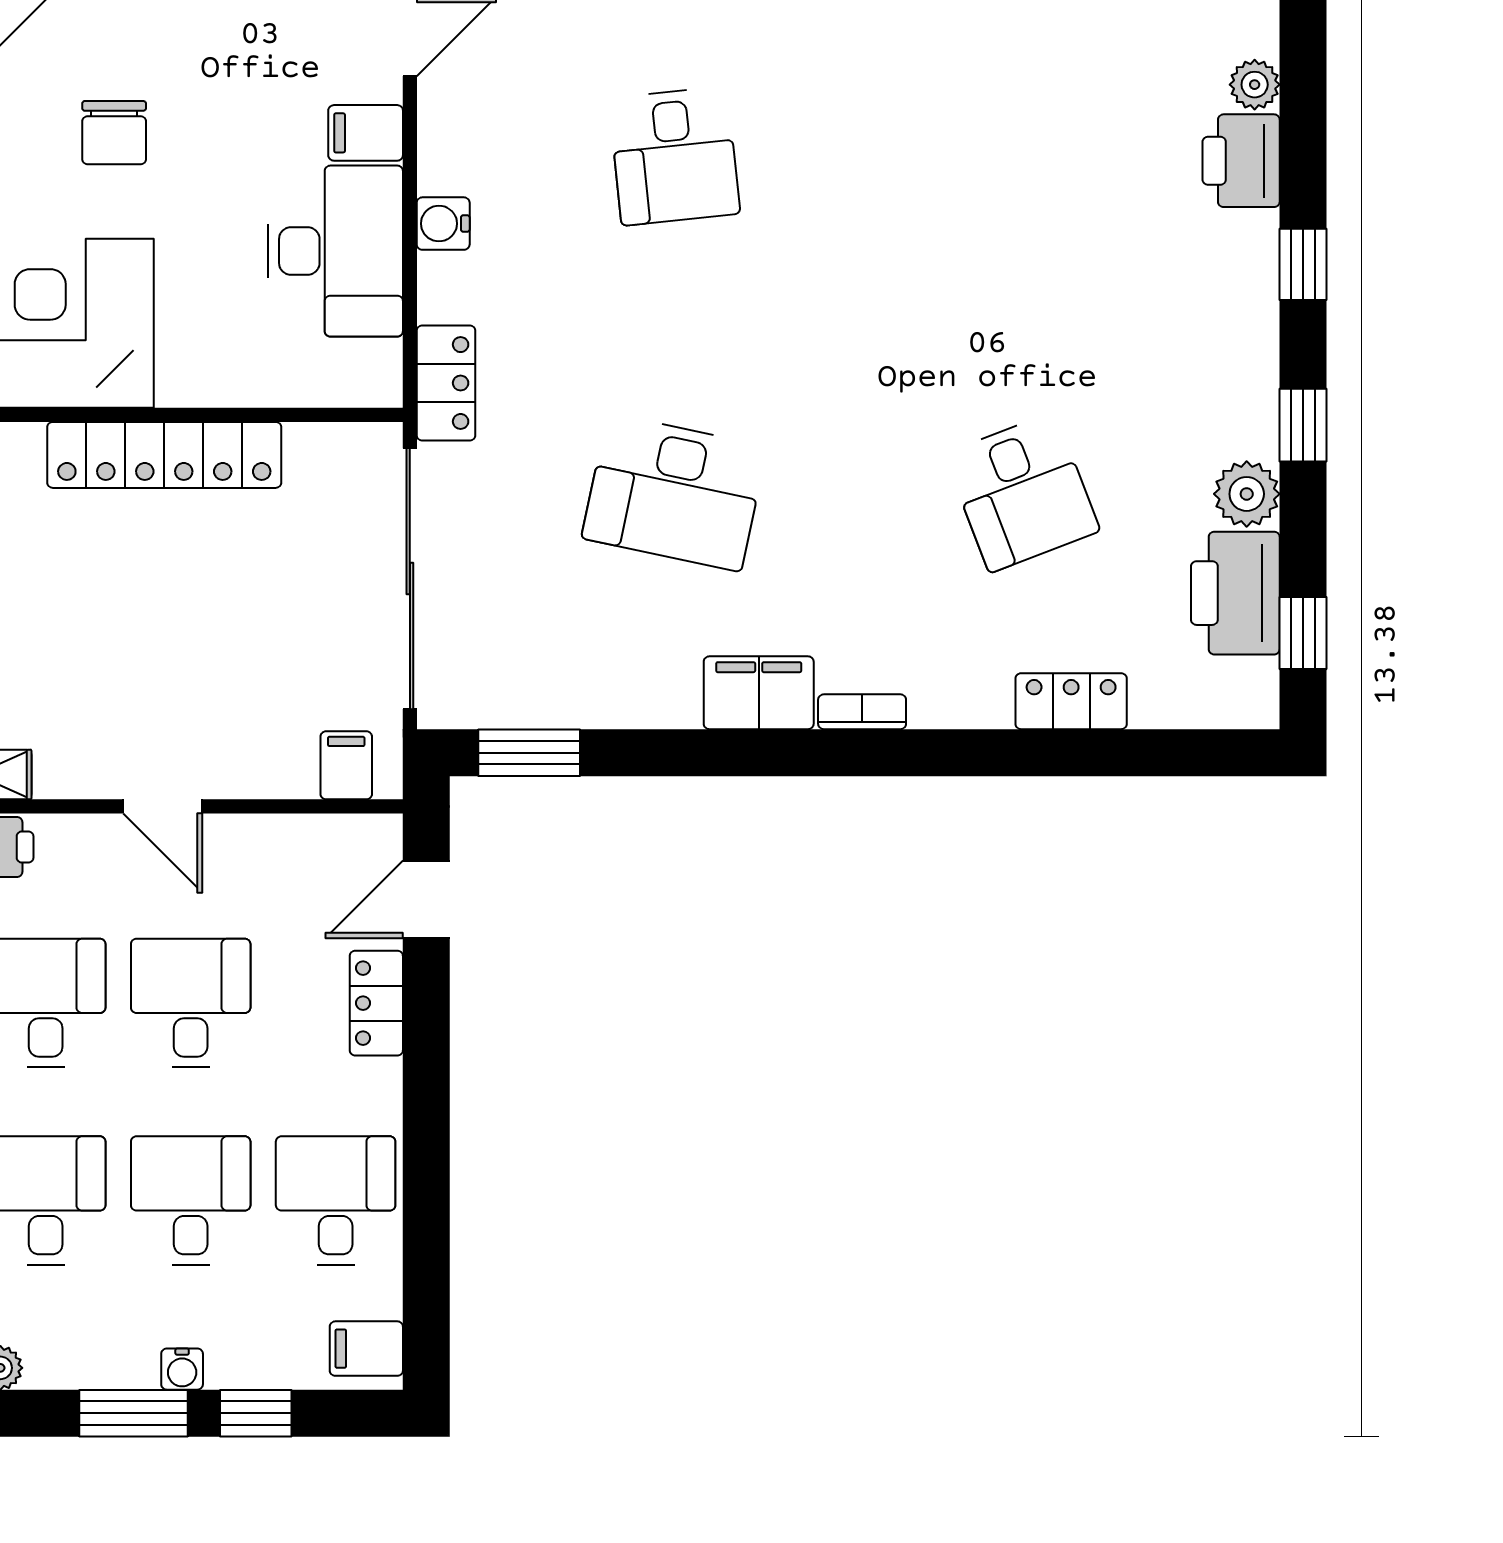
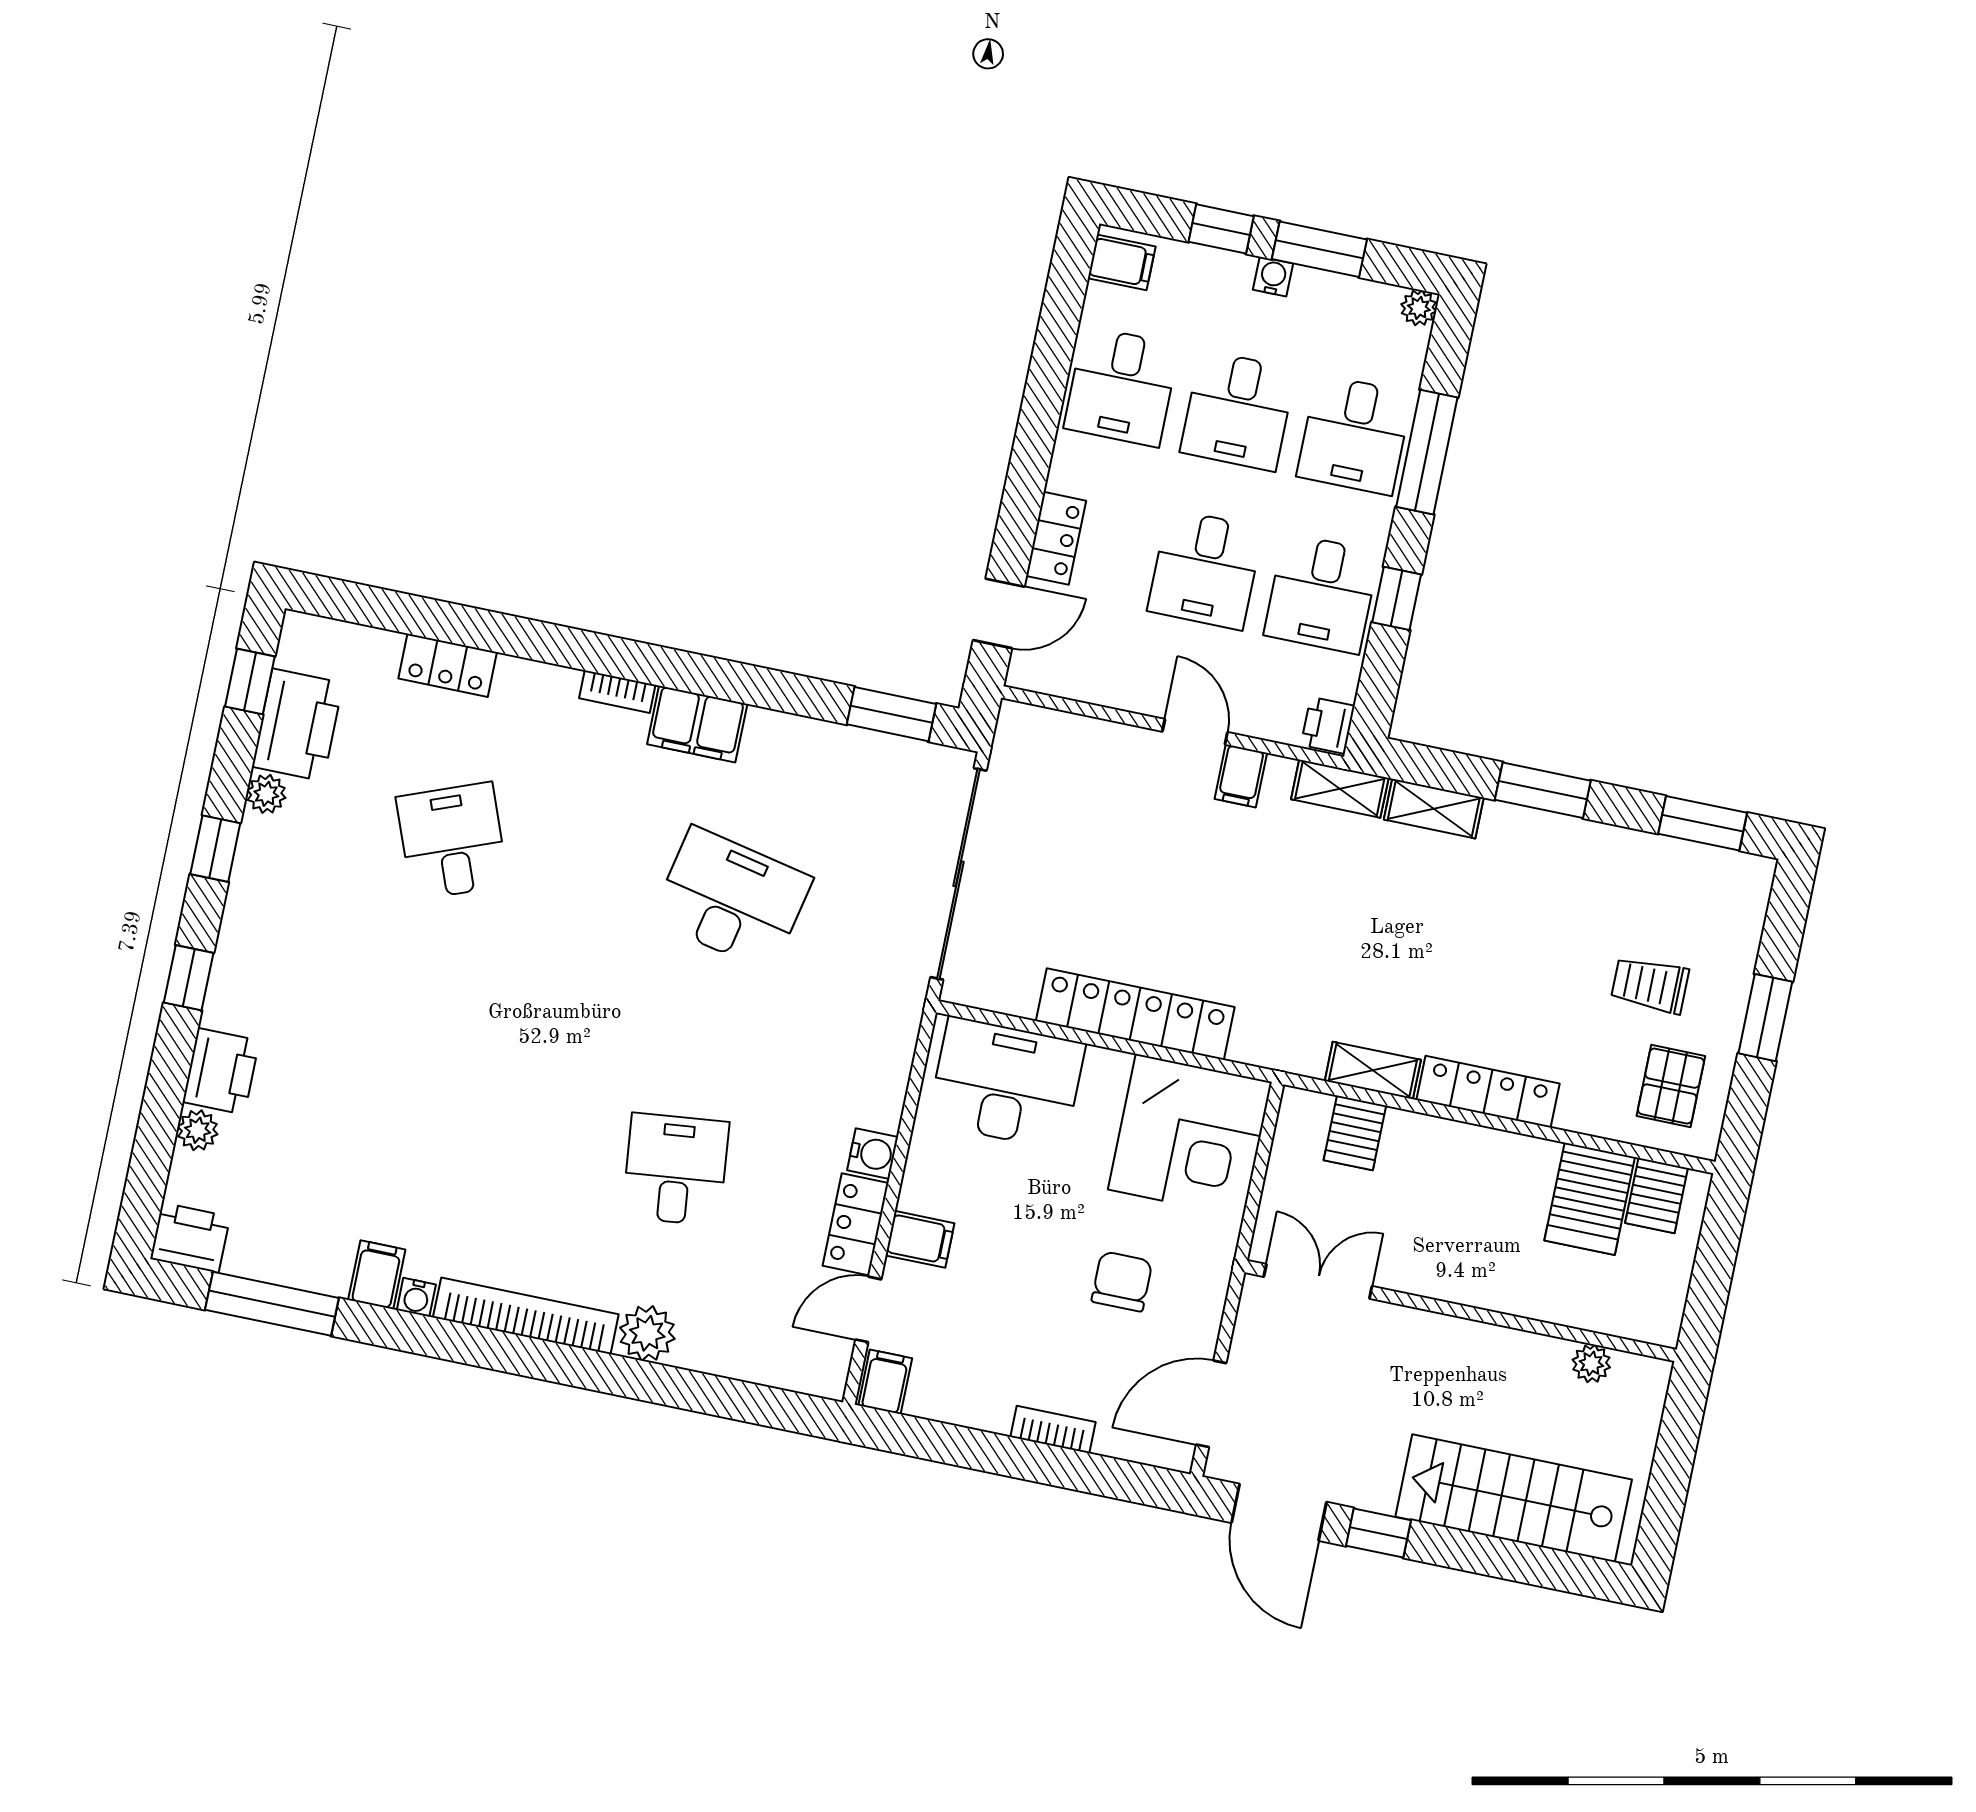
desk: (336, 251) -> (1006, 1083), moved, turned 90
locker: (446, 383) -> (856, 1224), moved
plant: (1247, 494) -> (266, 794), width x0.73, depth x0.73
filing cabinet: (346, 765) -> (1241, 776), moved

